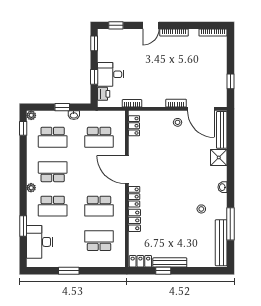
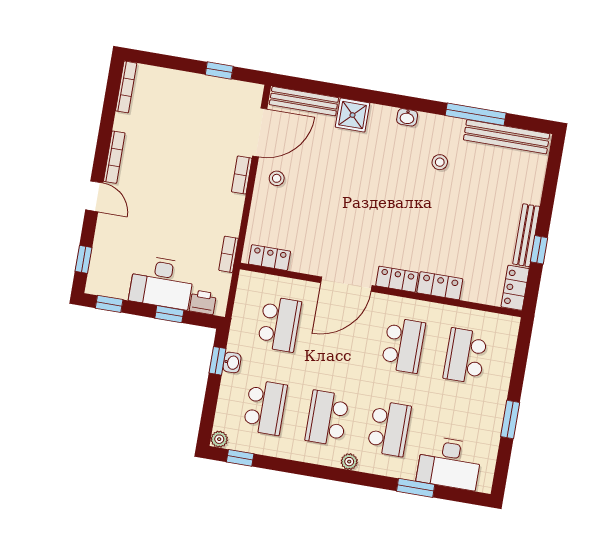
desk: (111, 74) -> (162, 282), width x1.37
window: (62, 107) -> (217, 361), moved

